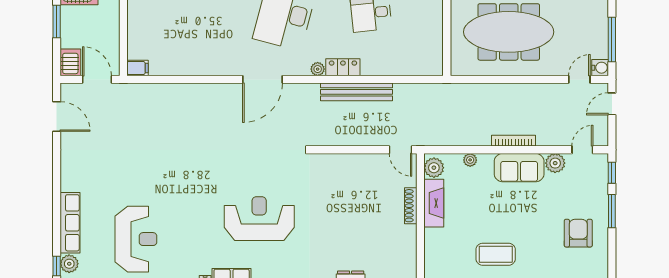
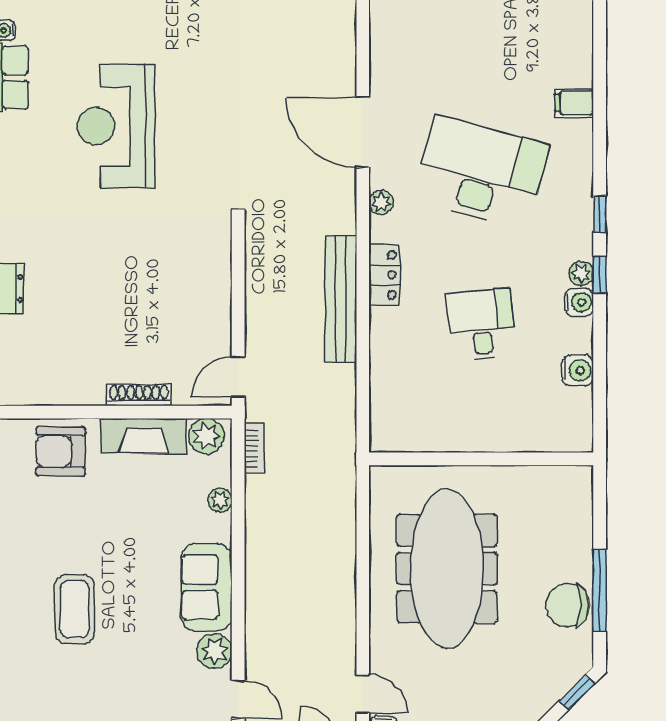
plant: (318, 69) -> (381, 202), moved
bookcase: (514, 141) -> (254, 448), moved, width x0.64
reception desk: (259, 219) -> (116, 126), turned 180
armchair: (578, 233) -> (61, 451), moved, turned 180
coffee table: (496, 254) -> (75, 609), moved

